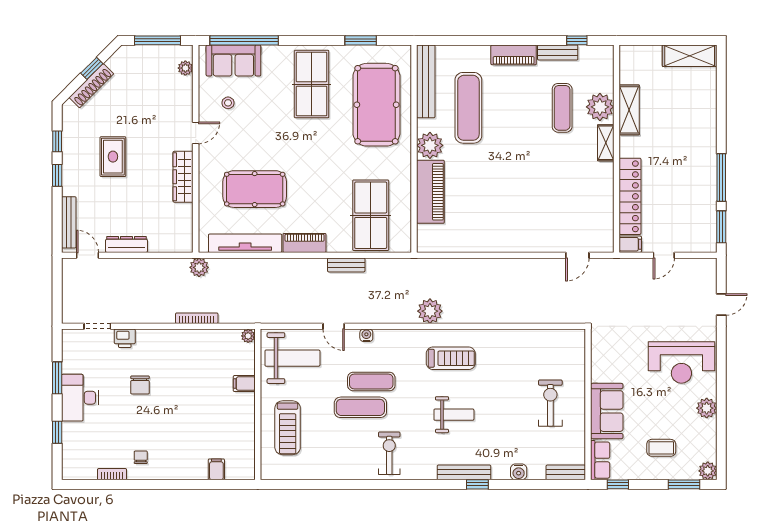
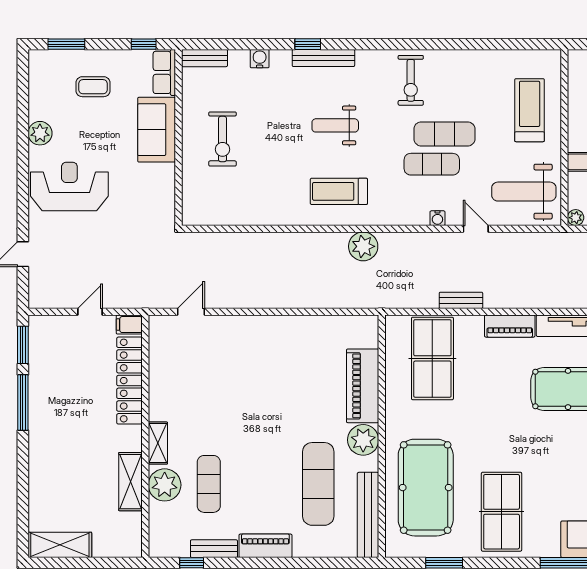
plant: (708, 471) -> (39, 60), removed

